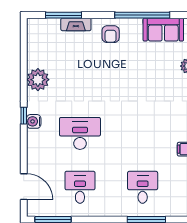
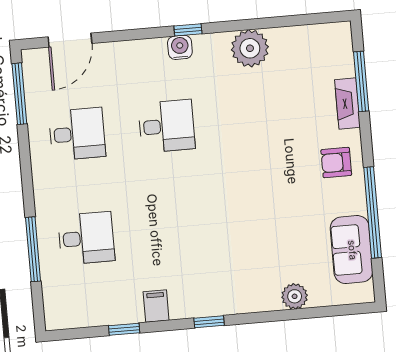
desk: (80, 133) -> (167, 126), width x0.73

